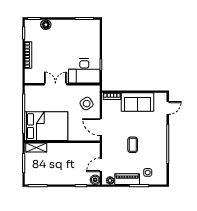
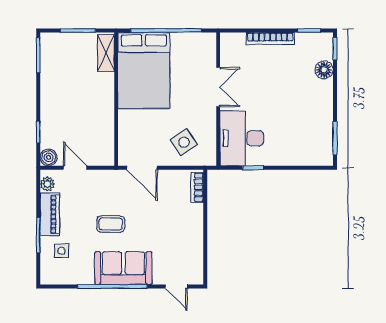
sofa: (137, 102) -> (123, 268), moved, turned 90
door: (101, 127) -> (142, 168), swing flipped

